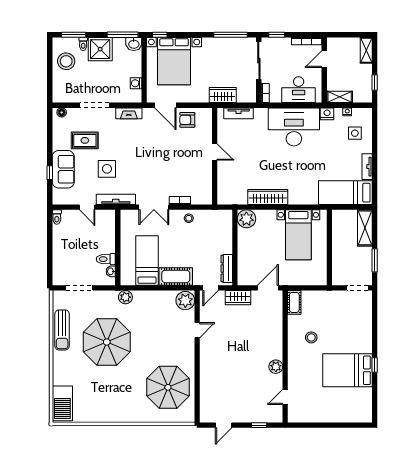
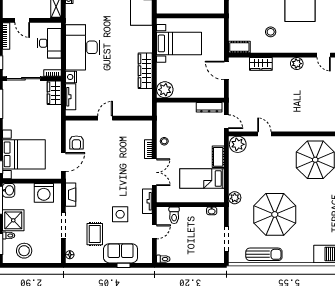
washing machine: (136, 83) -> (44, 193), width x1.89, depth x1.89
wardrobe: (223, 95) -> (54, 93), moved
nightstand: (327, 114) -> (71, 77), moved
tv unit: (116, 199) -> (147, 201), width x0.71
toilet: (106, 259) -> (174, 215), moved
cot: (176, 276) -> (218, 157), width x0.73, depth x0.75
wardrobe: (238, 298) -> (261, 64), moved, turned 90

